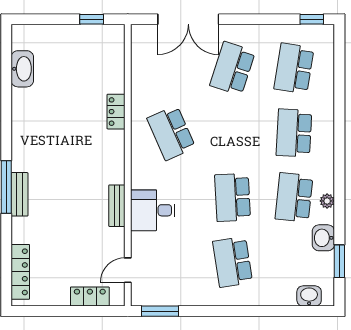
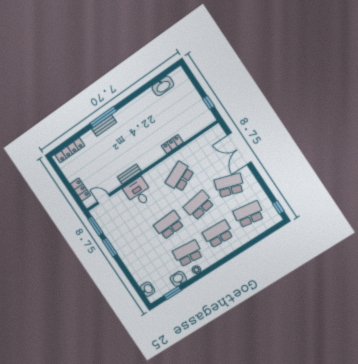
school desk: (233, 262) -> (199, 205), moved
window: (207, 311) -> (110, 247), added

